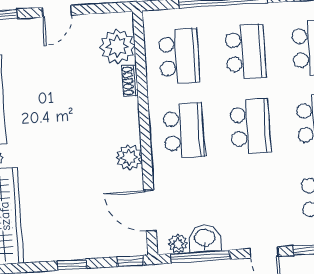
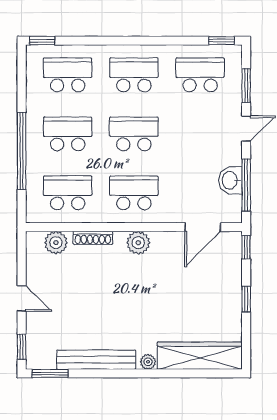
plant: (117, 46) -> (56, 243), width x0.73, depth x0.73
shoe rack: (130, 81) -> (93, 238), width x1.43
plant: (129, 157) -> (138, 243), moved
plant: (178, 244) -> (234, 204), removed

